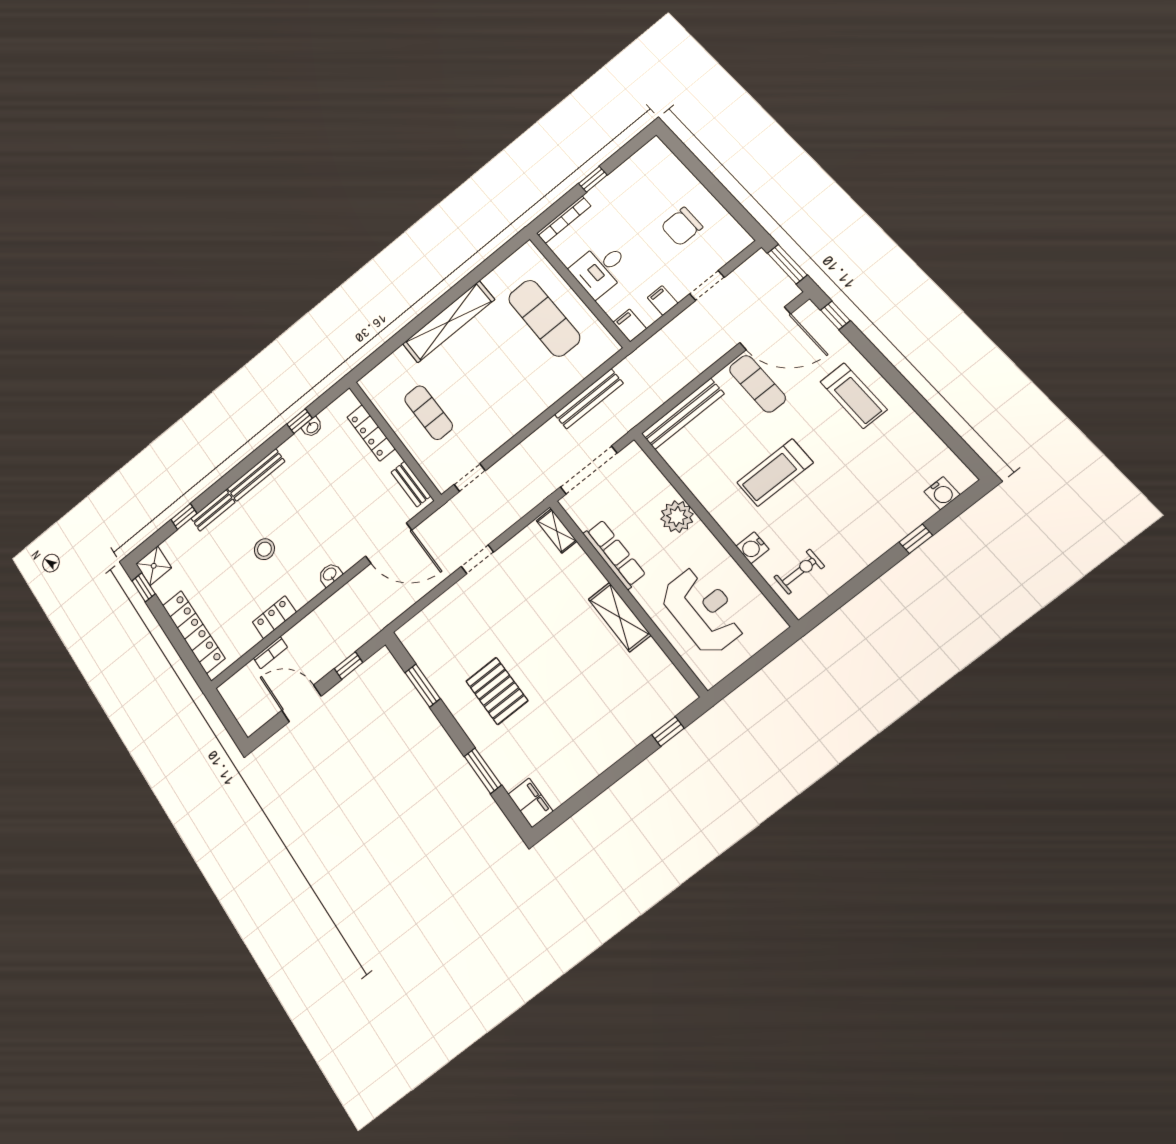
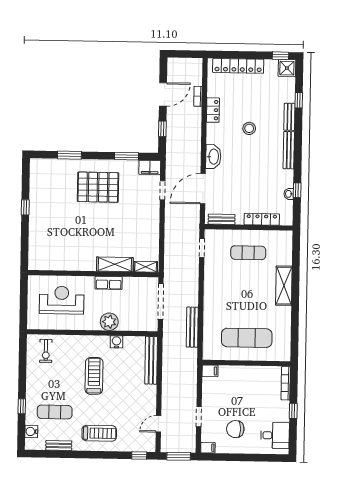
chair: (682, 227) -> (235, 429), turned -90
desk: (600, 269) -> (275, 435), moved, turned 90
filing cabinet: (663, 300) -> (208, 448), moved
shelving: (449, 322) -> (284, 286), width x0.68
door: (765, 328) -> (158, 424), width x0.53
exercise mat: (757, 384) -> (55, 412), moved
treadmill: (854, 396) -> (99, 433), turned 180
bench: (926, 436) -> (59, 445), added
water cooler: (752, 548) -> (116, 342), moved
row of seats: (614, 554) -> (109, 283), width x0.68
doorway: (478, 559) -> (163, 190), moved
washbasin: (330, 574) -> (213, 157), width x1.91, depth x1.45
reception desk: (703, 610) -> (62, 300), turned 180
shelving: (620, 617) -> (115, 264), moved
pallet: (497, 691) -> (98, 187), width x1.37, depth x1.41
window: (668, 731) -> (25, 207), moved
filing cabinet: (530, 803) -> (150, 167), moved

